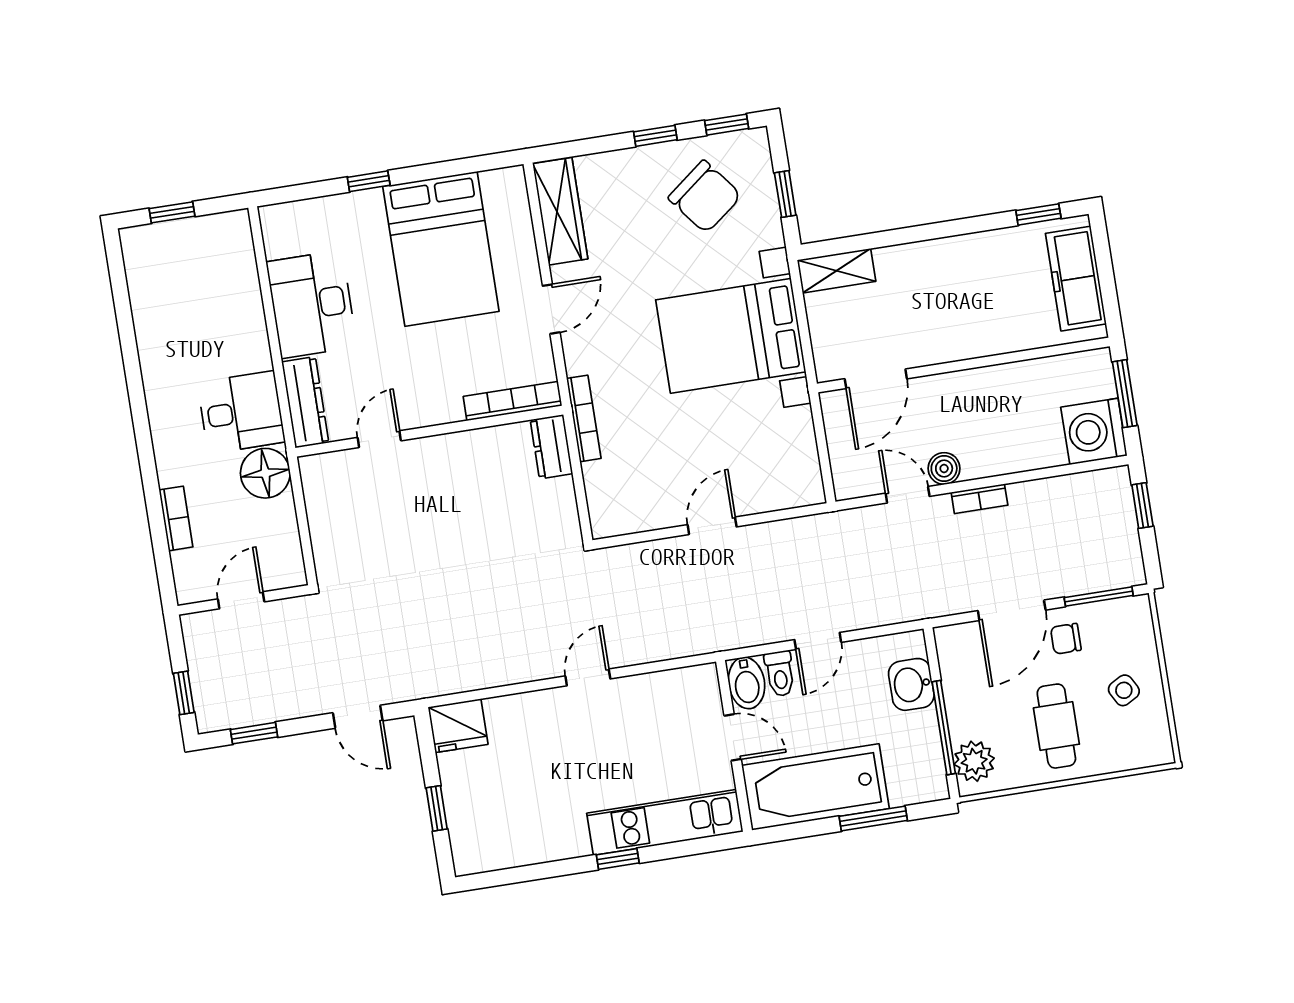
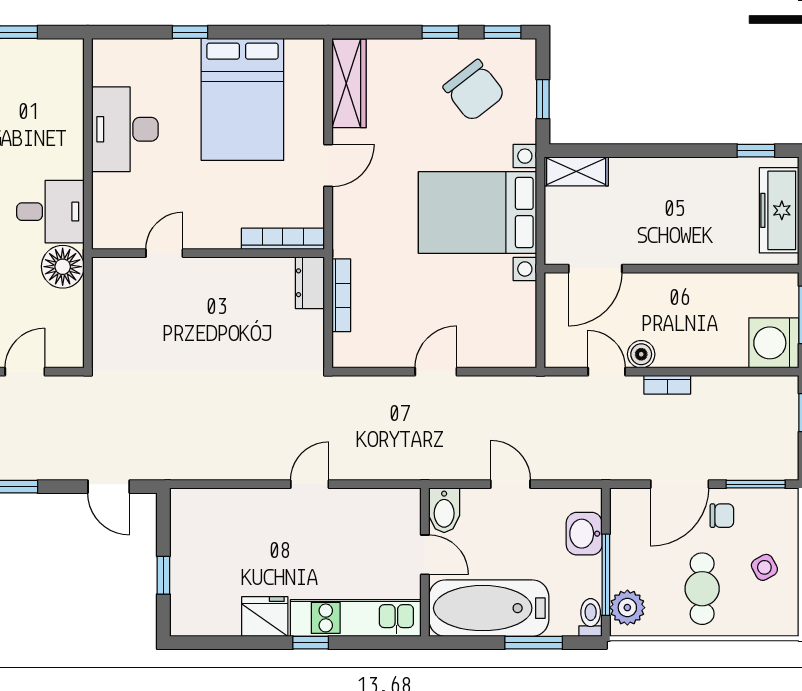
dresser: (305, 402) -> (106, 212), removed
bookcase: (584, 418) -> (341, 295), moved
chair: (1066, 639) -> (722, 516), turned 180
door: (818, 641) -> (510, 484), swing flipped
toilet: (780, 674) -> (591, 617), moved, turned 180
fridge: (458, 726) -> (265, 617), moved, turned 180

